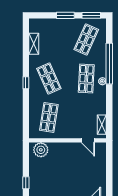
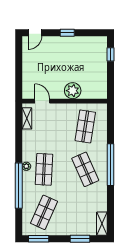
window: (65, 15) -> (80, 239), moved
shelving: (34, 44) -> (102, 224), moved
window: (26, 83) -> (111, 165), width x3.17
plant: (41, 150) -> (73, 91), moved

